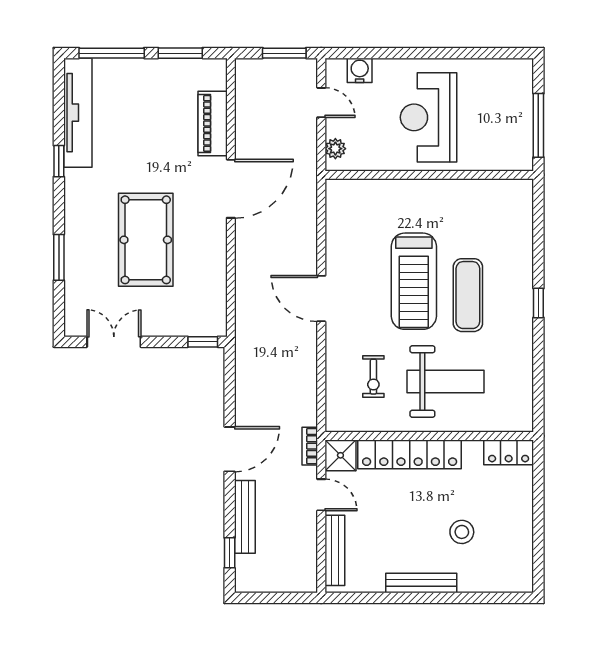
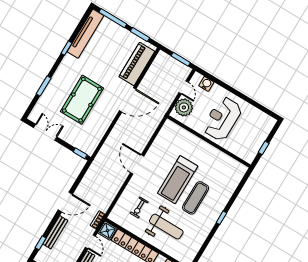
piano: (213, 123) -> (137, 64), width x1.37, depth x1.33
window: (538, 125) -> (264, 148), width x0.46
plant: (335, 149) -> (184, 107), width x1.87, depth x1.87

